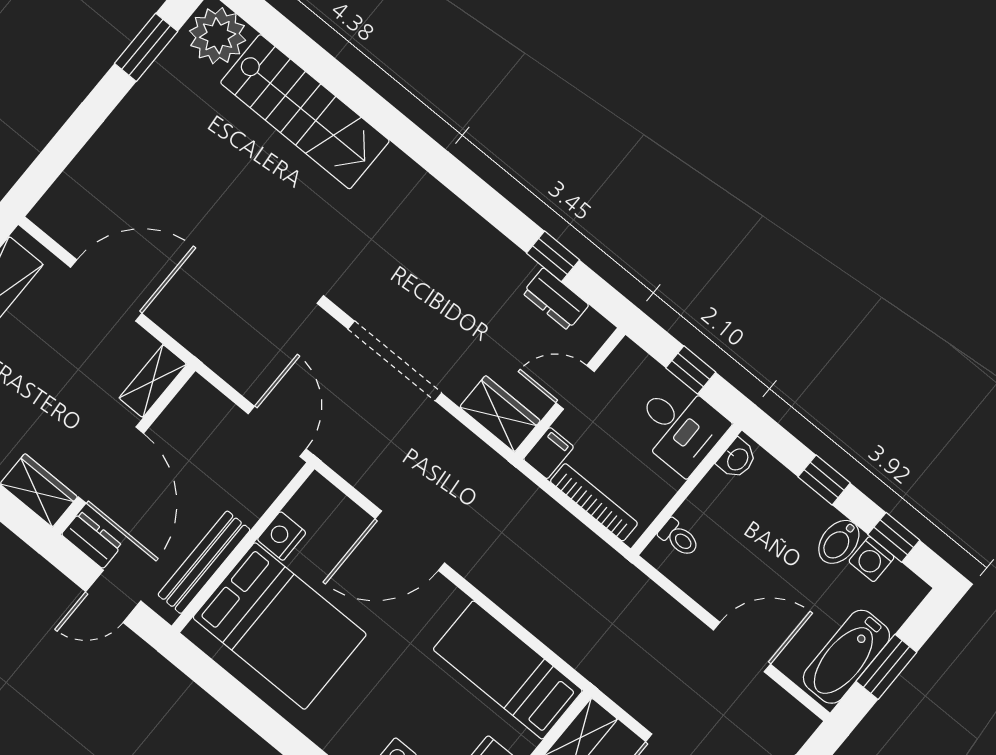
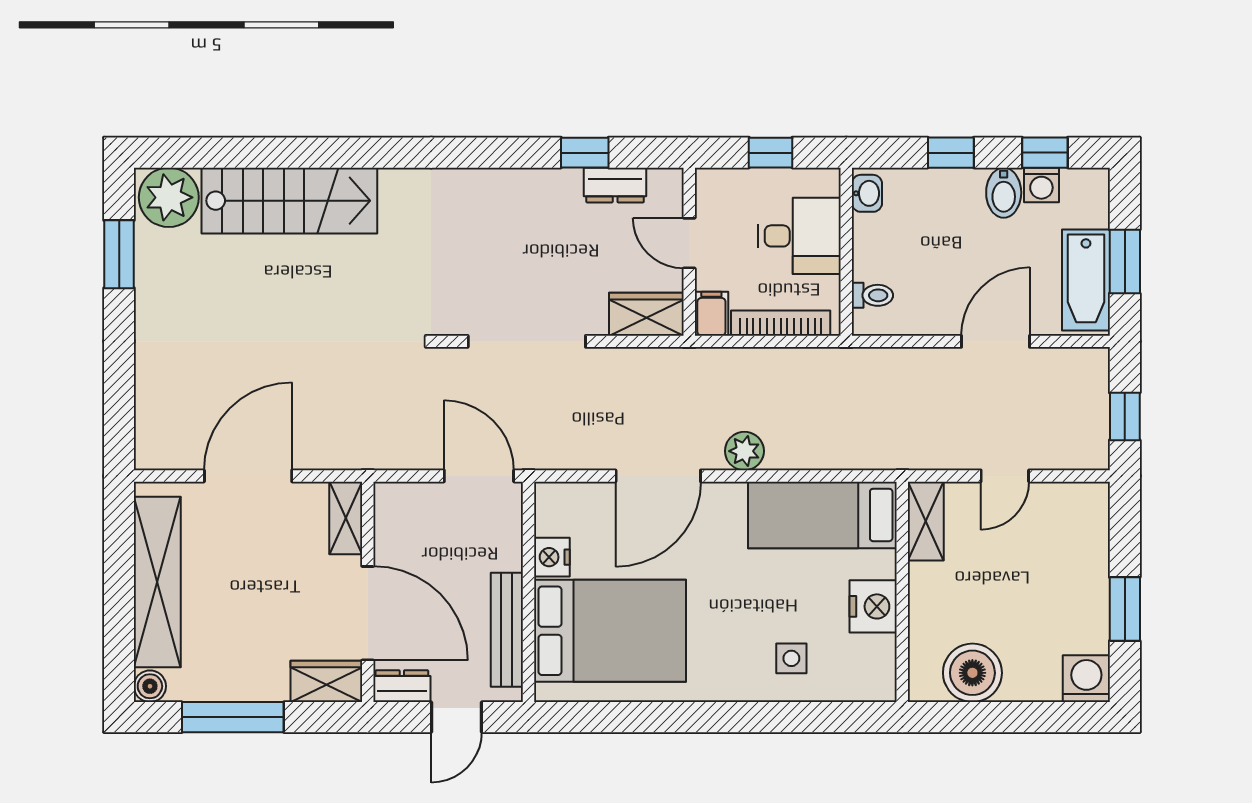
door: (575, 387) -> (689, 243), hinge flipped
desk: (680, 427) -> (799, 236), moved
plant: (489, 575) -> (744, 451), added

